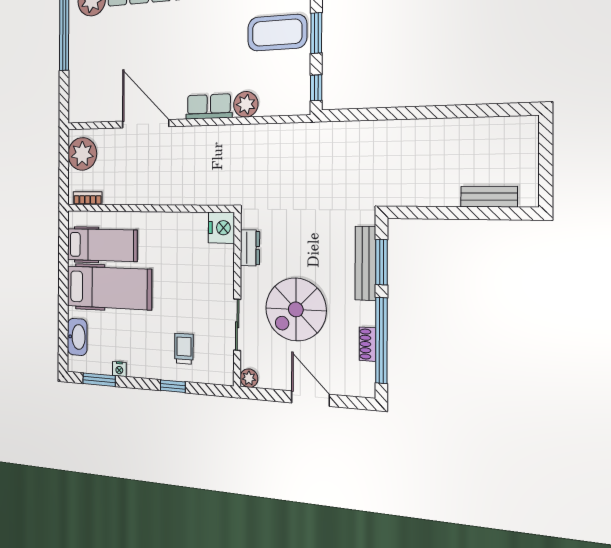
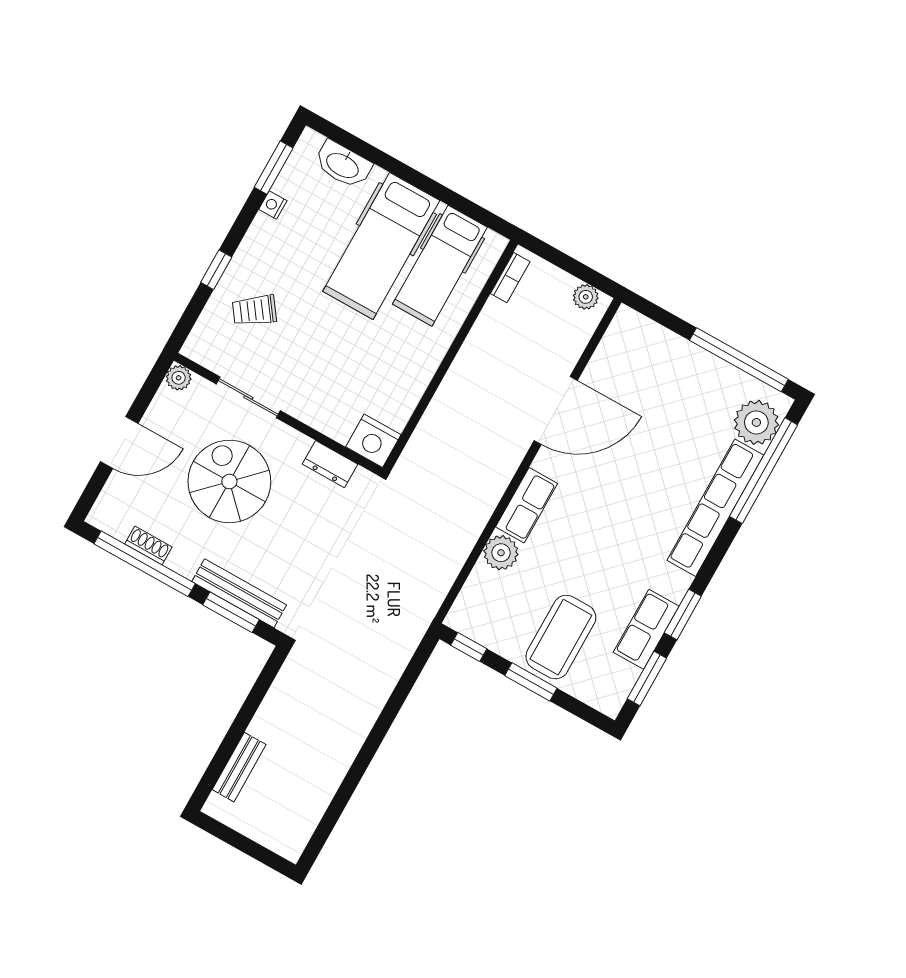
plant: (82, 154) -> (586, 297), width x0.53, depth x0.53
trolley: (184, 349) -> (254, 310), turned 144

